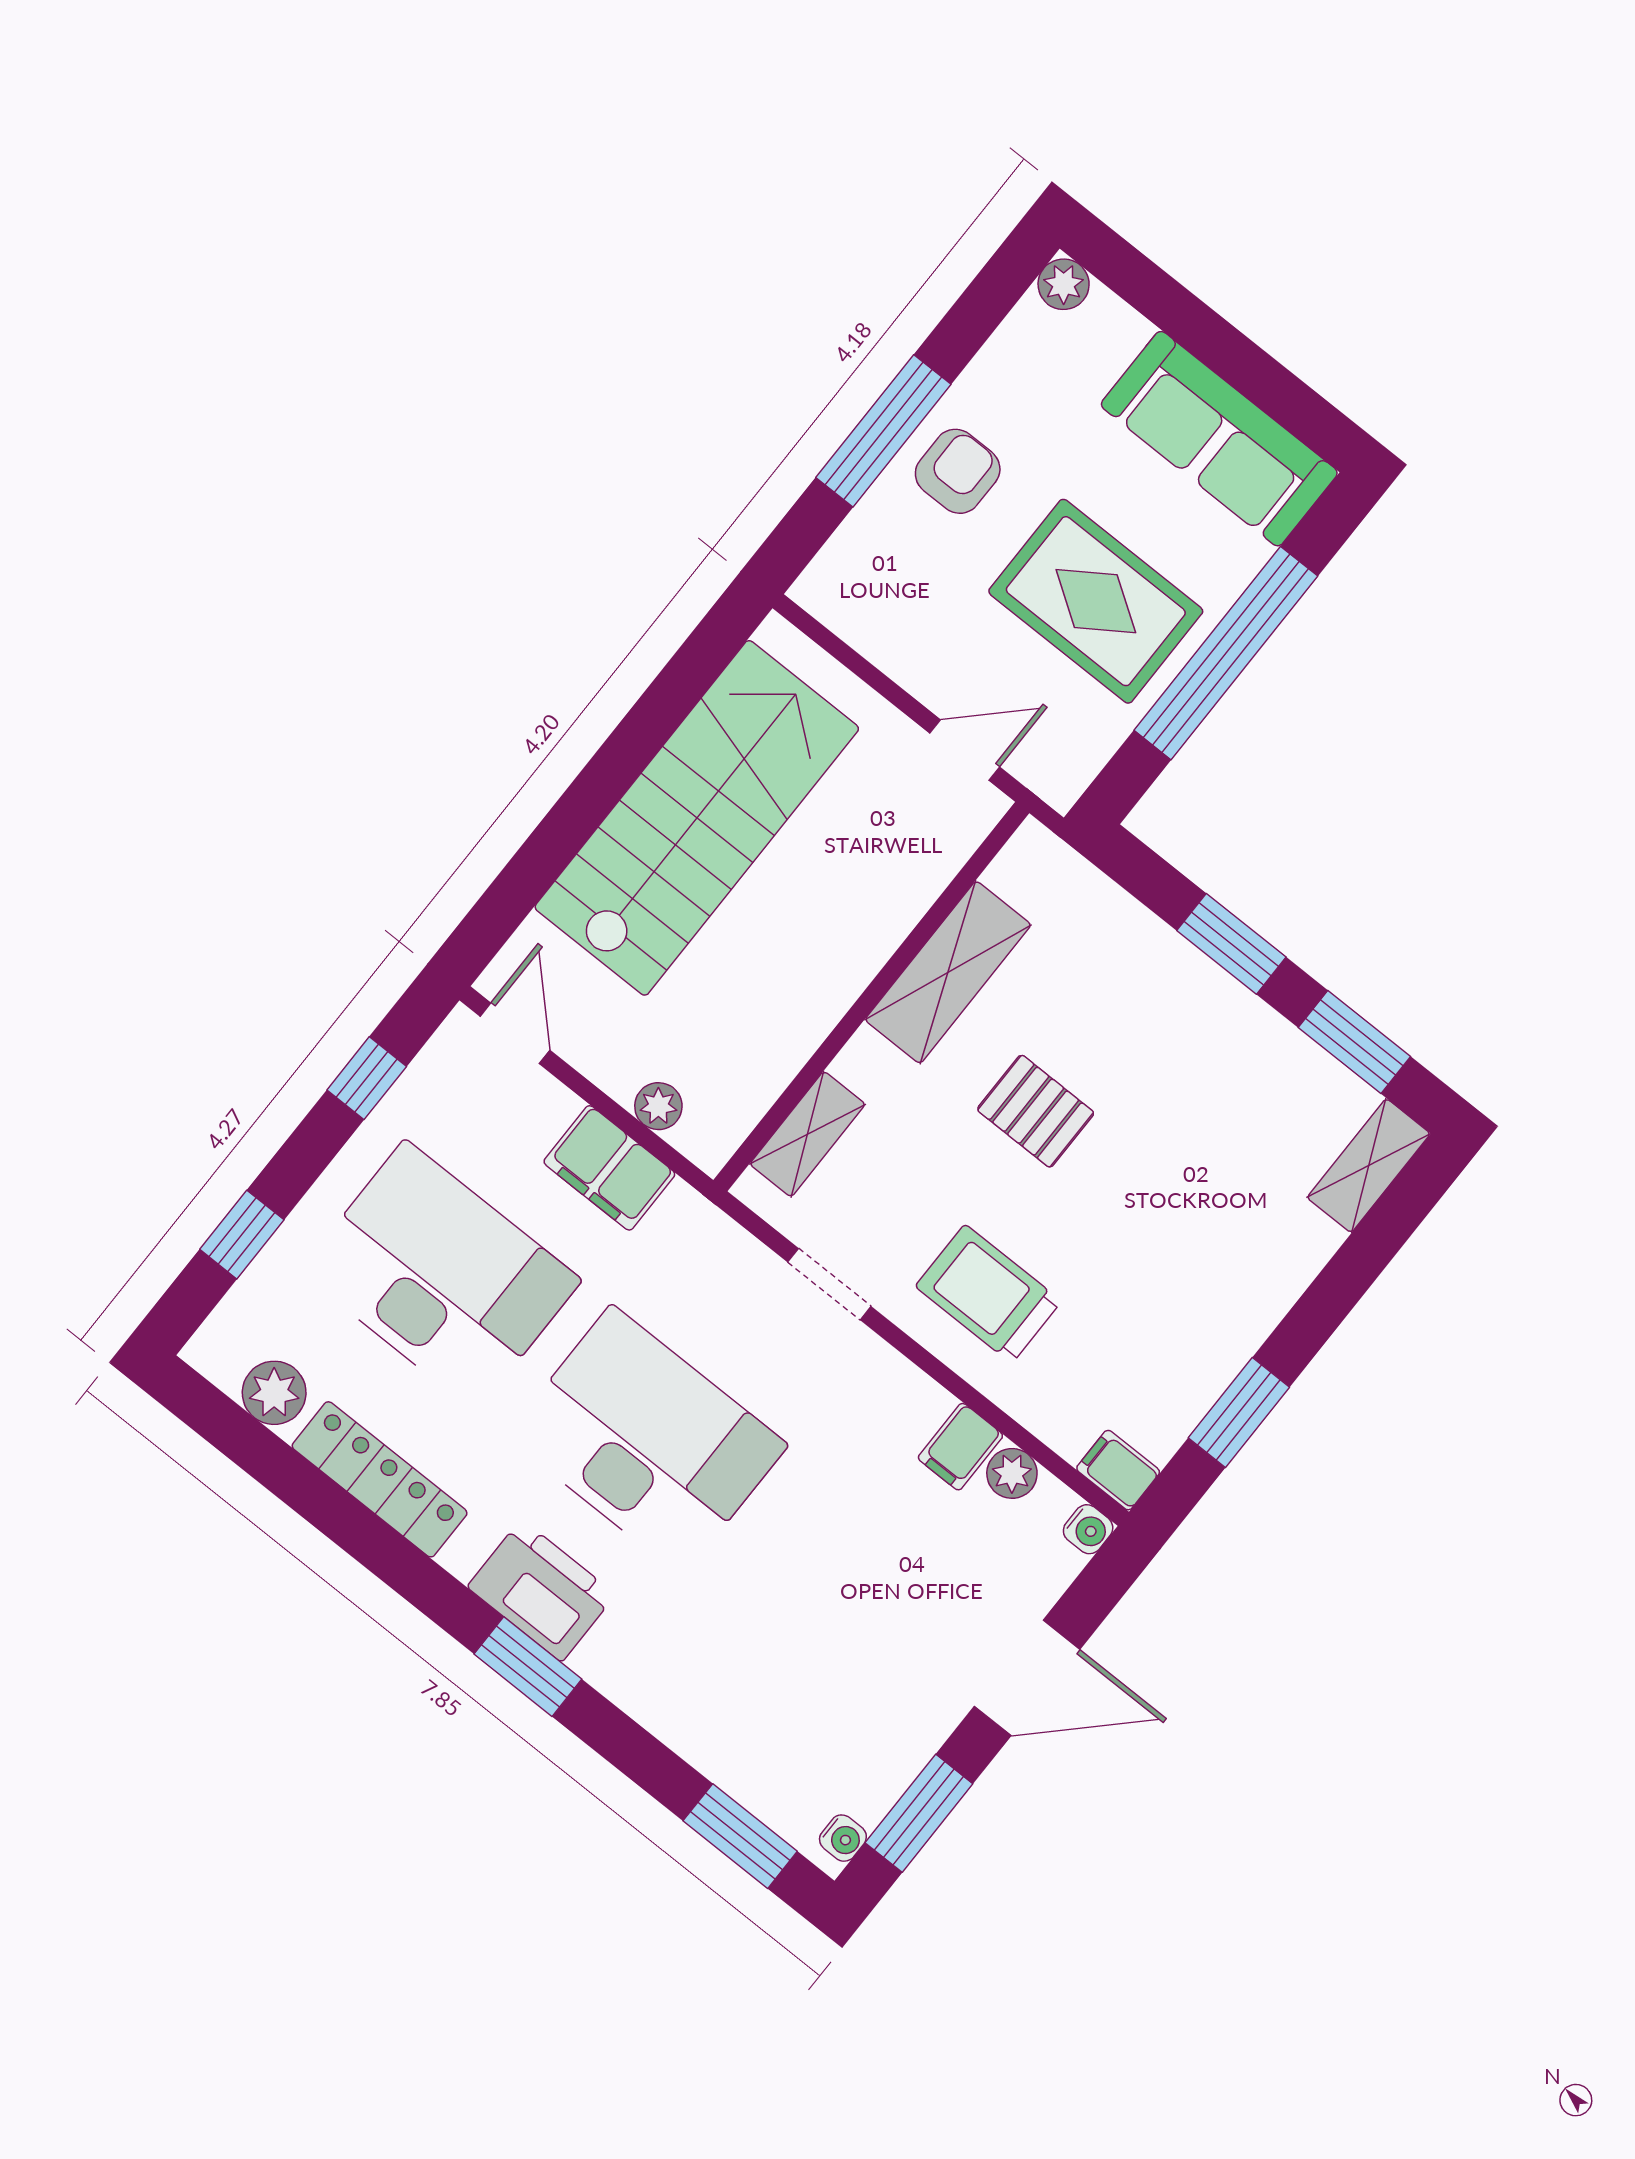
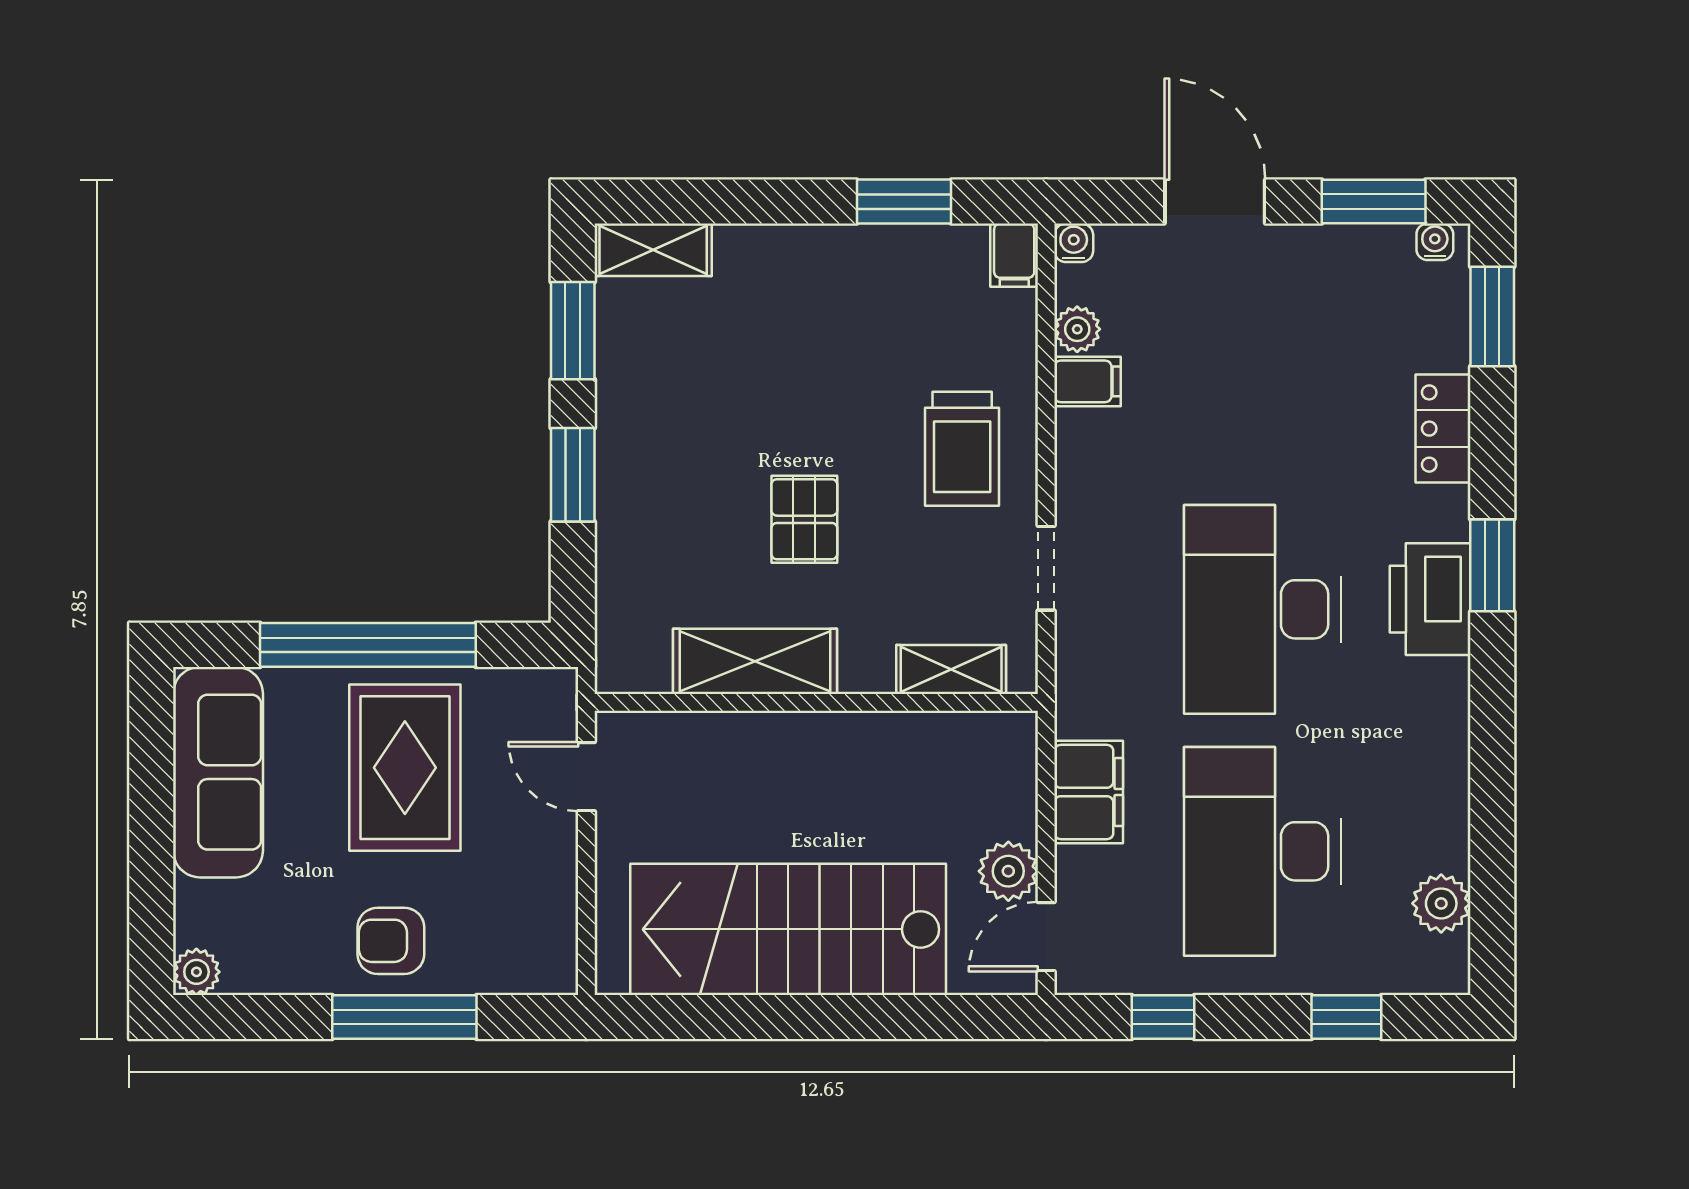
plant: (658, 1106) -> (1008, 871), moved, width x1.38, depth x1.38
locker: (380, 1479) -> (1443, 429), moved, width x0.66

